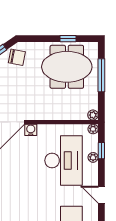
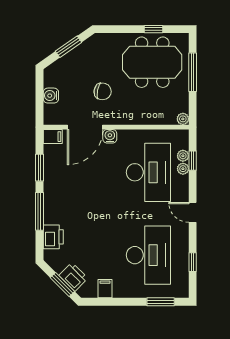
chair: (17, 57) -> (103, 91), moved
plant: (93, 129) -> (183, 156), moved

